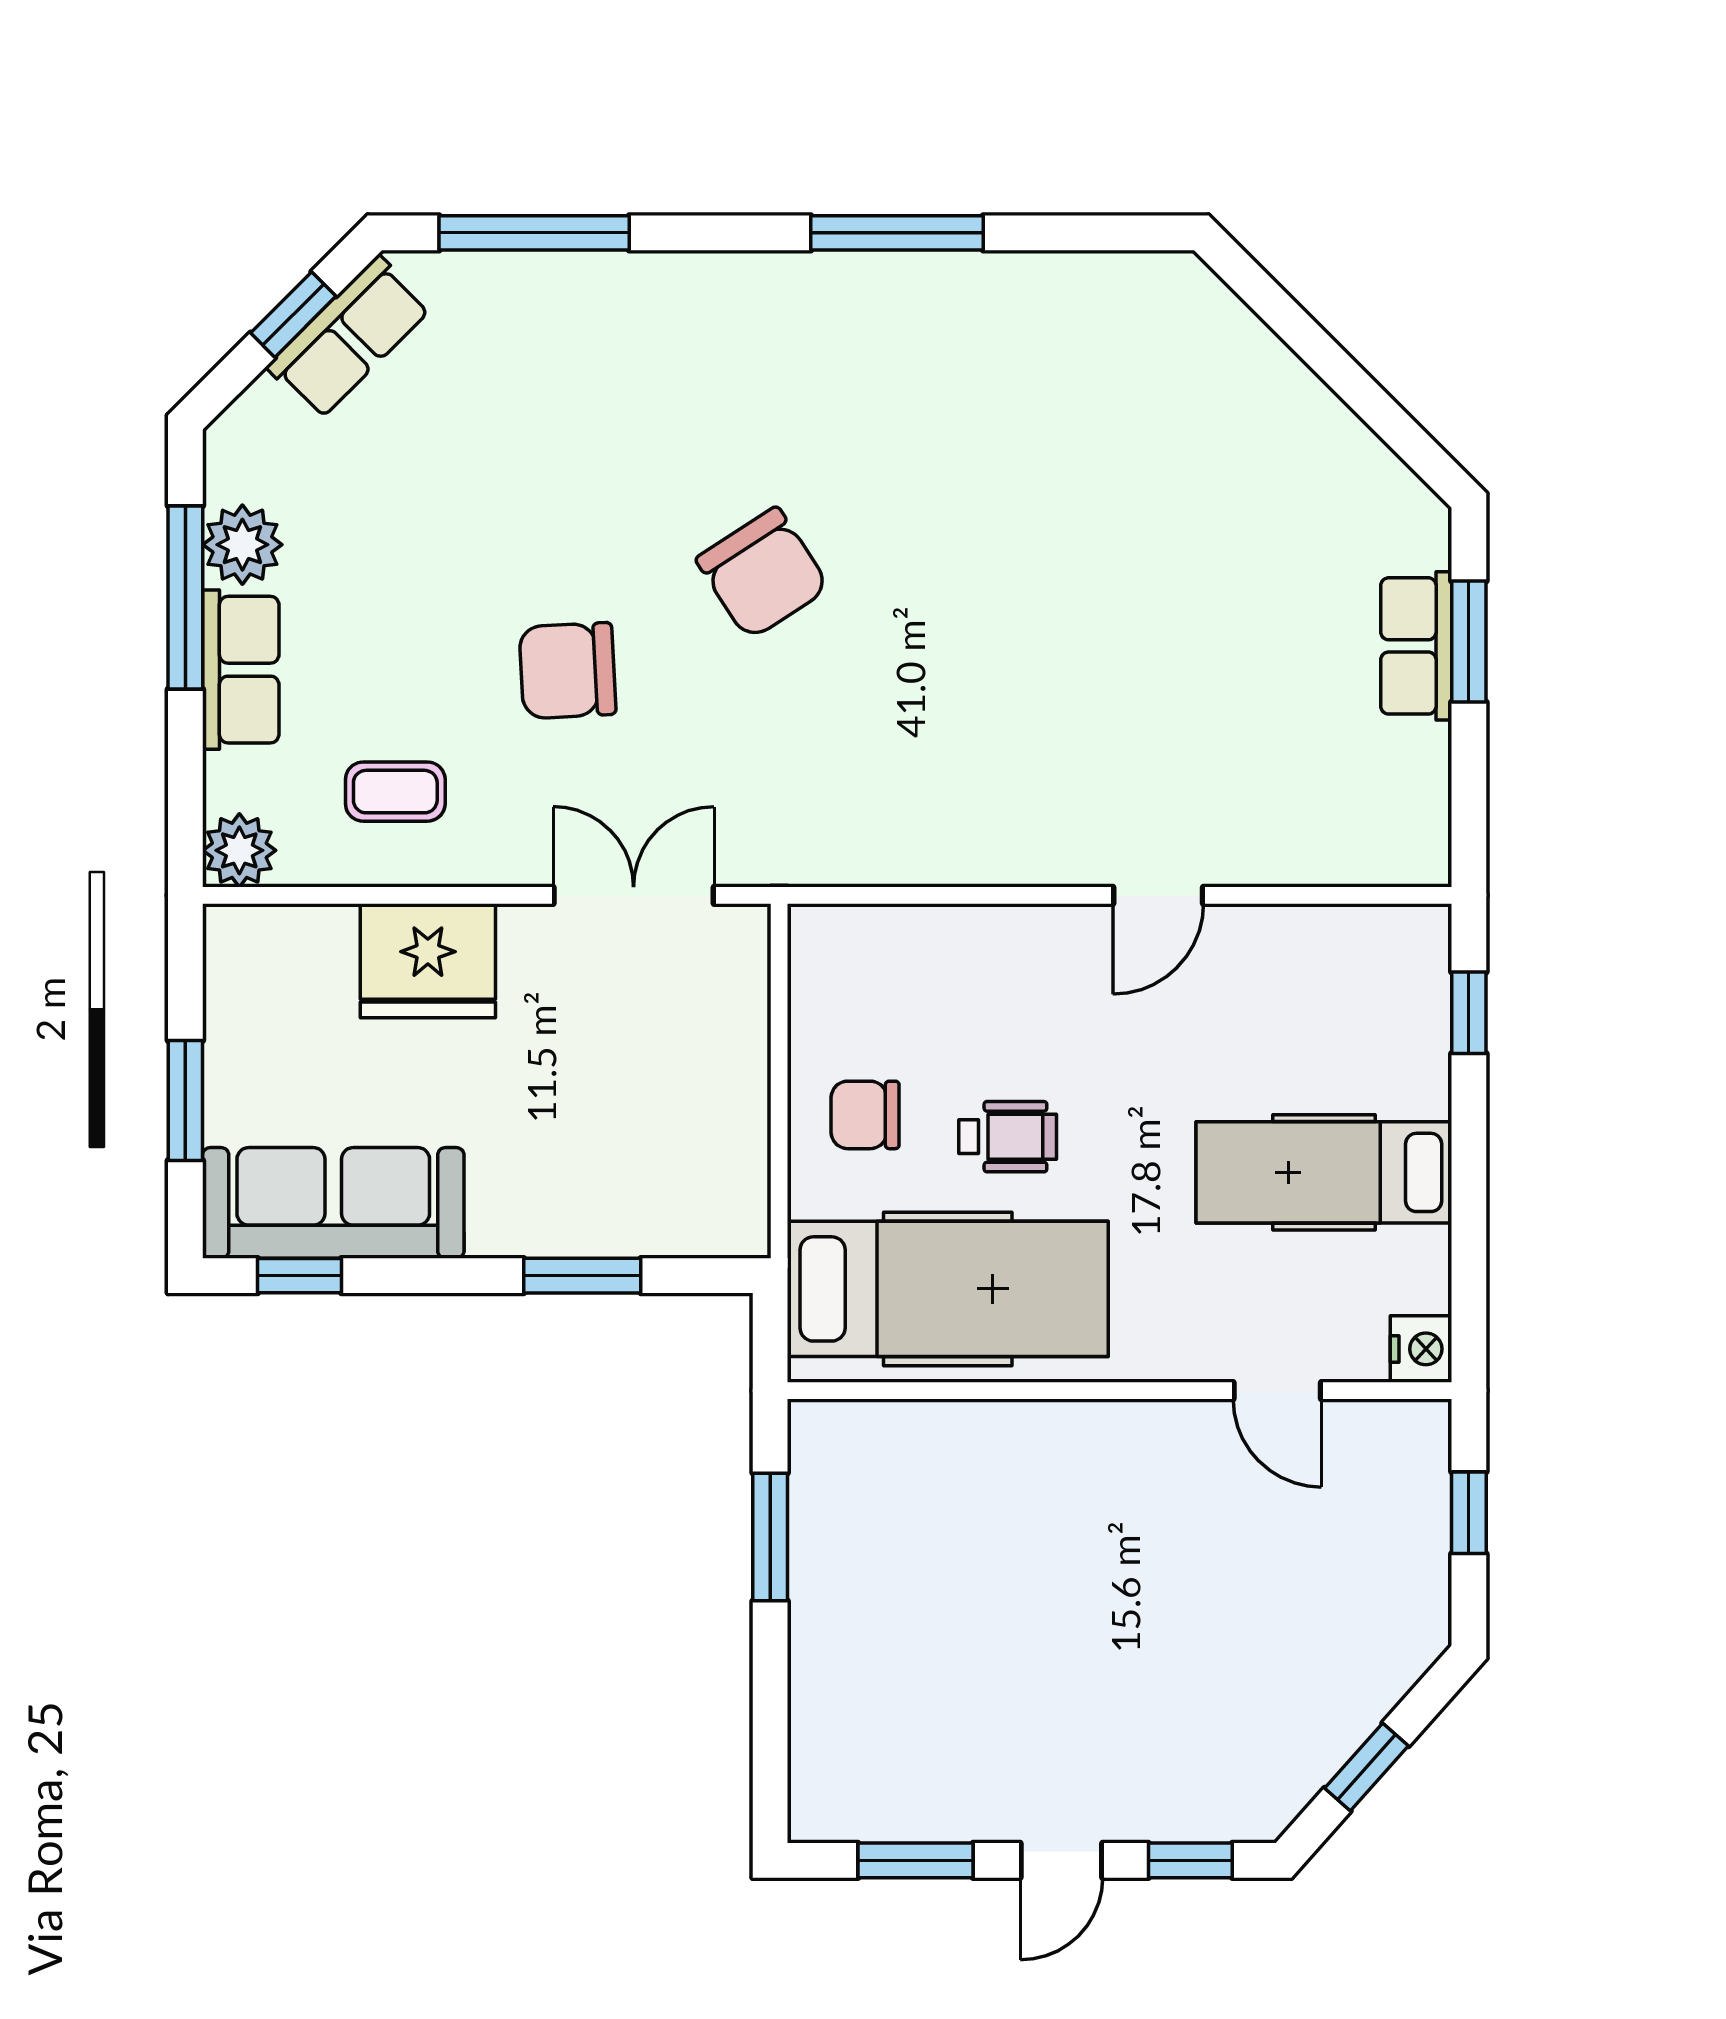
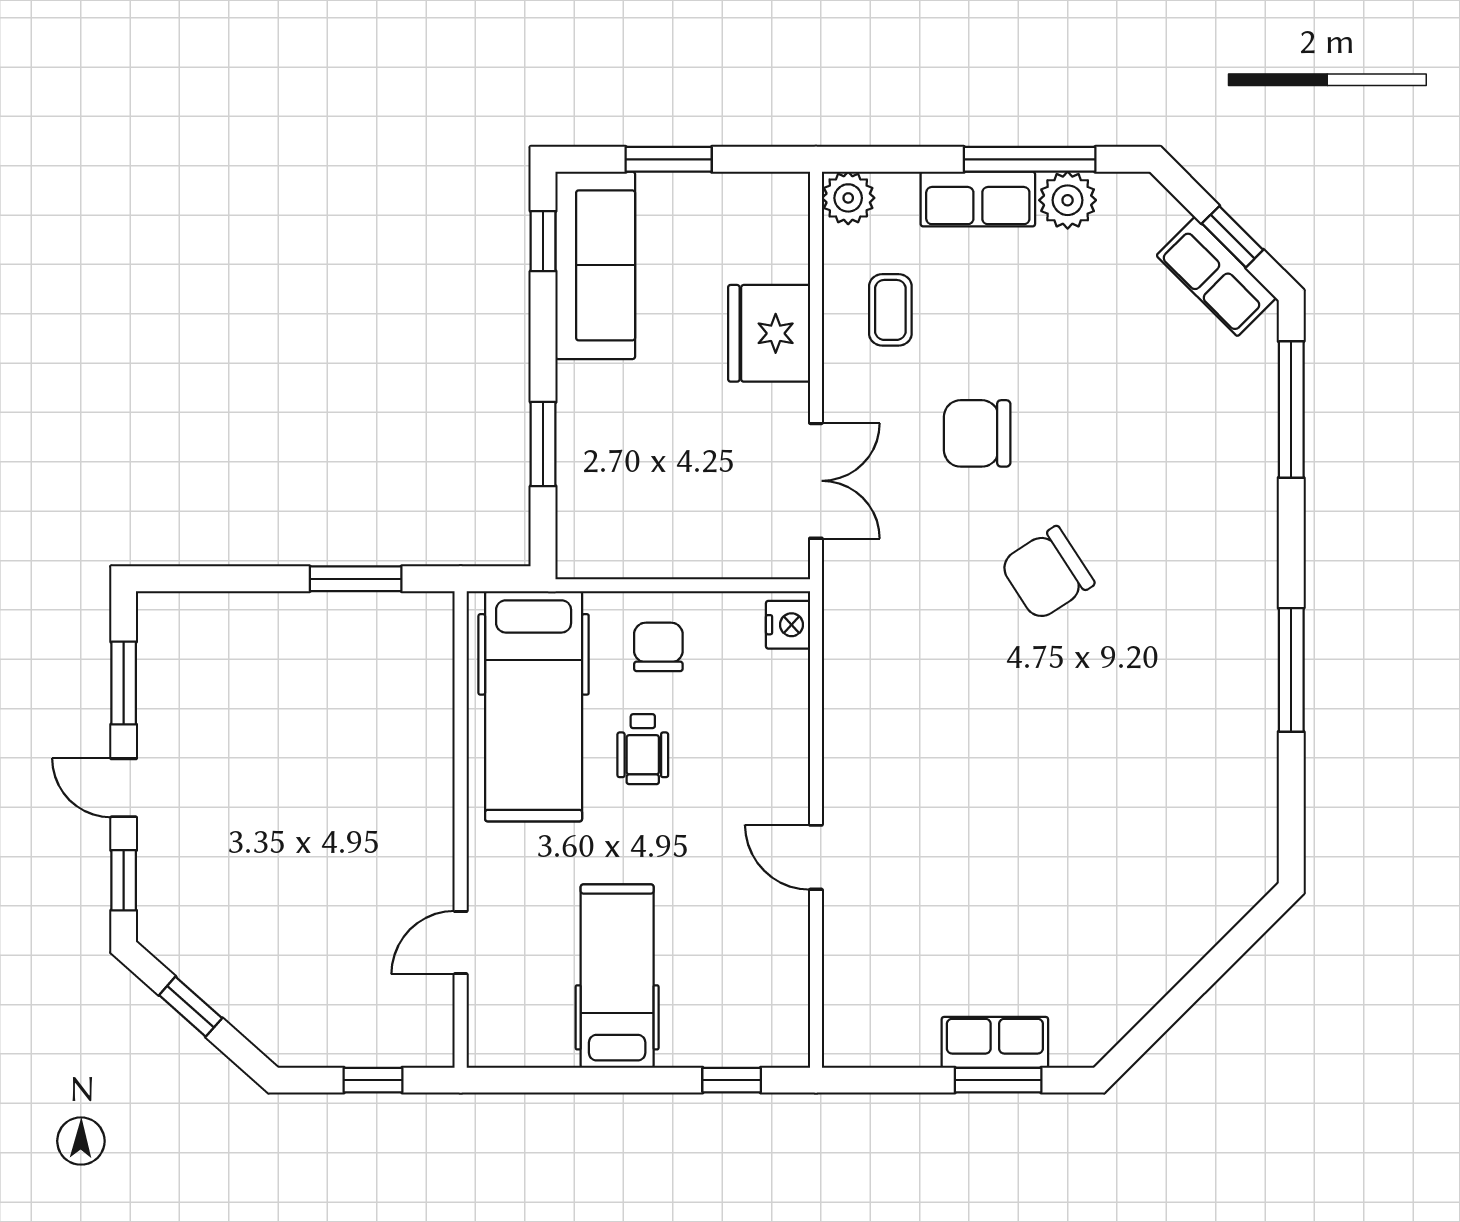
chair: (567, 671) -> (977, 433), turned -87
nightstand: (1421, 1349) -> (788, 625), moved, turned -90

